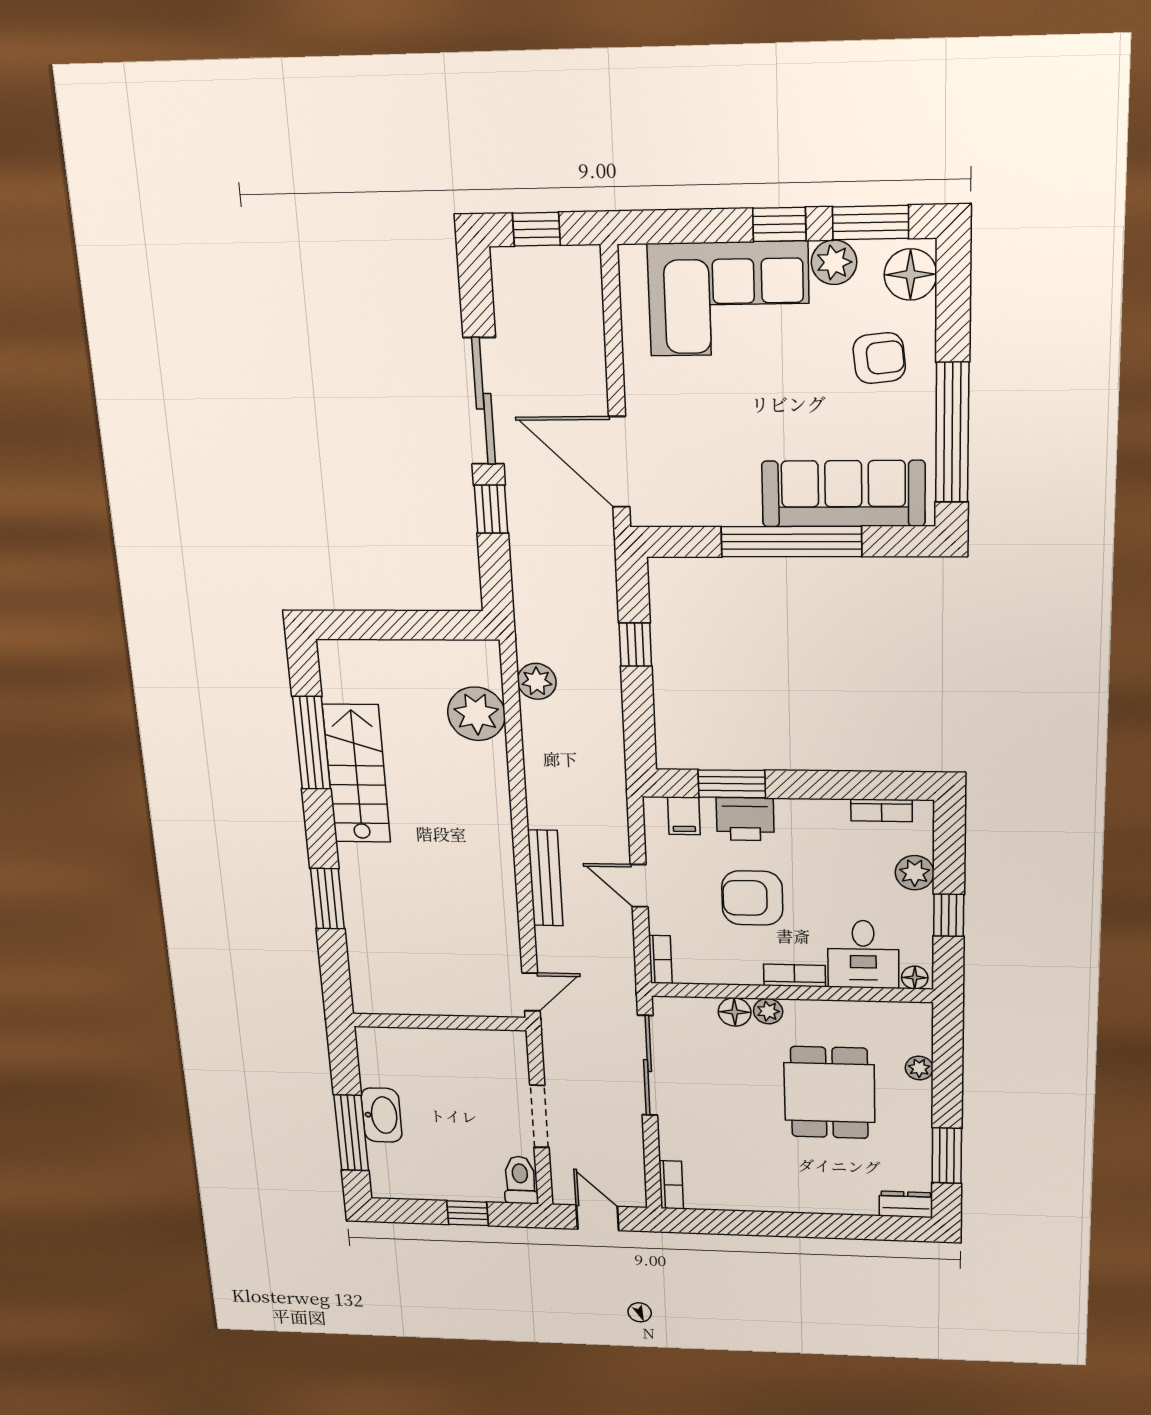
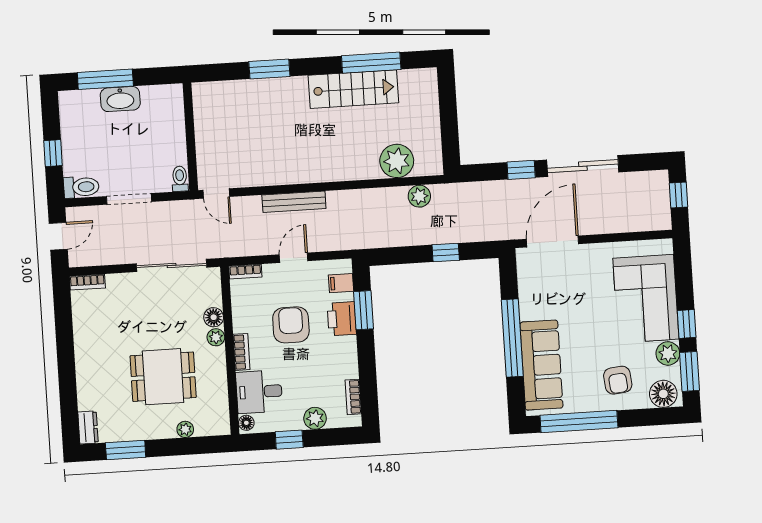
toilet: (507, 1042) -> (180, 179), added

